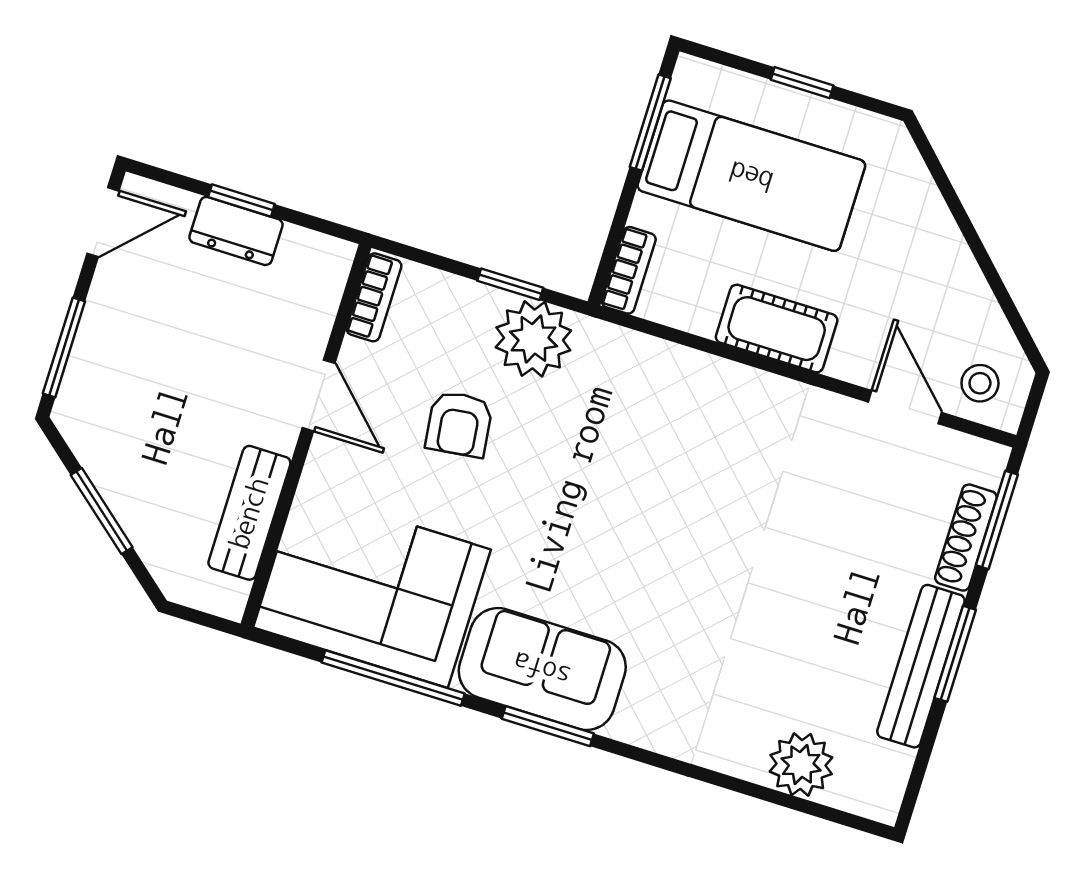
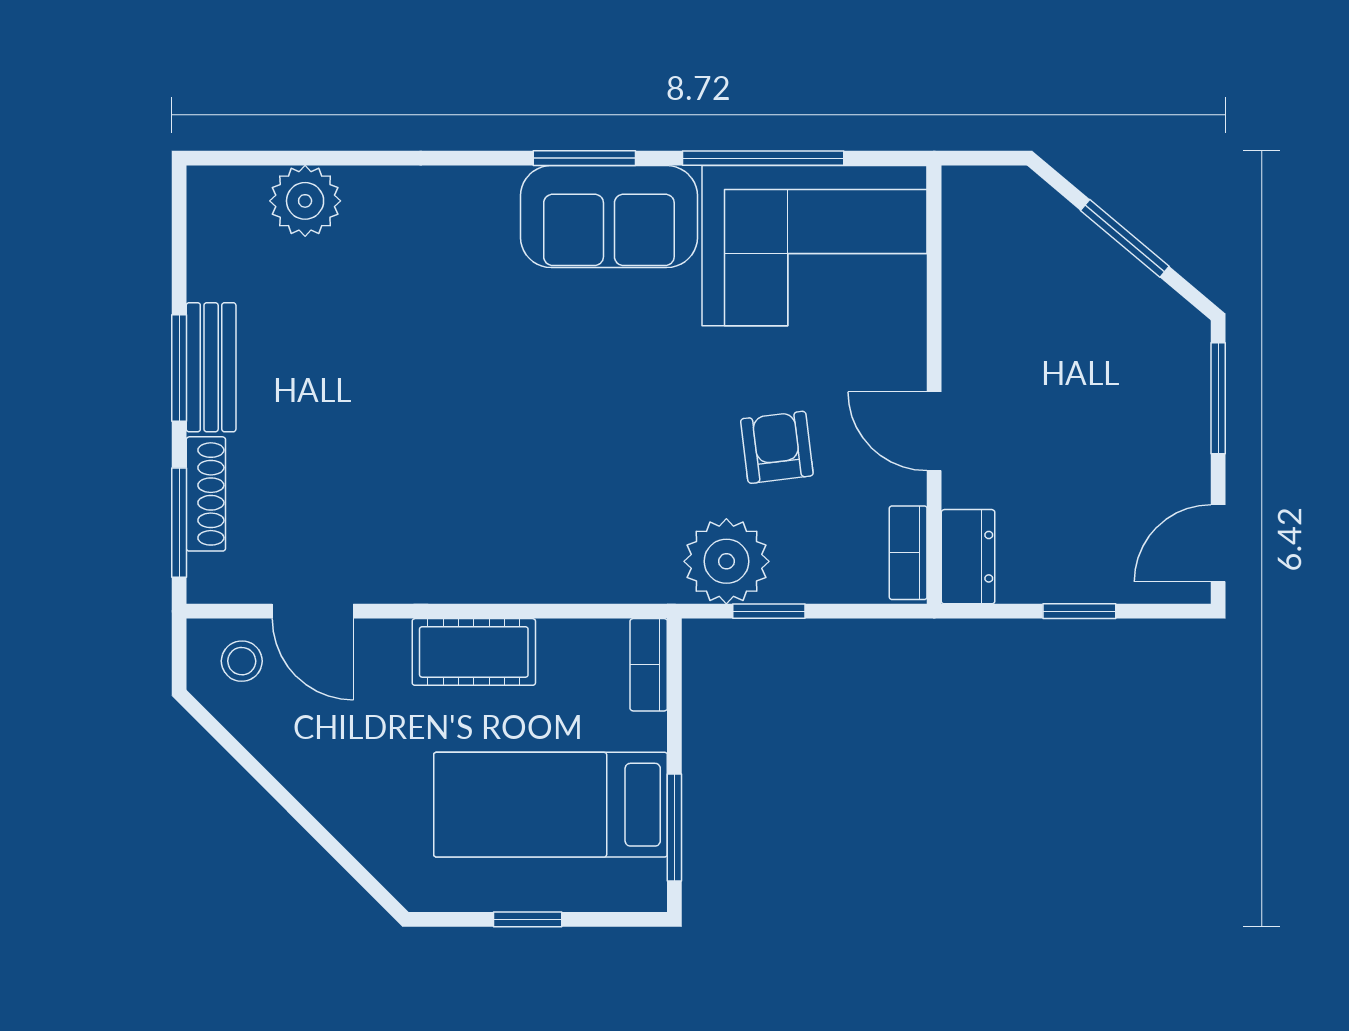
dresser: (236, 231) -> (968, 557), moved, turned 90
bench: (249, 513) -> (969, 285), removed
bench: (921, 666) -> (211, 367), width x0.73

